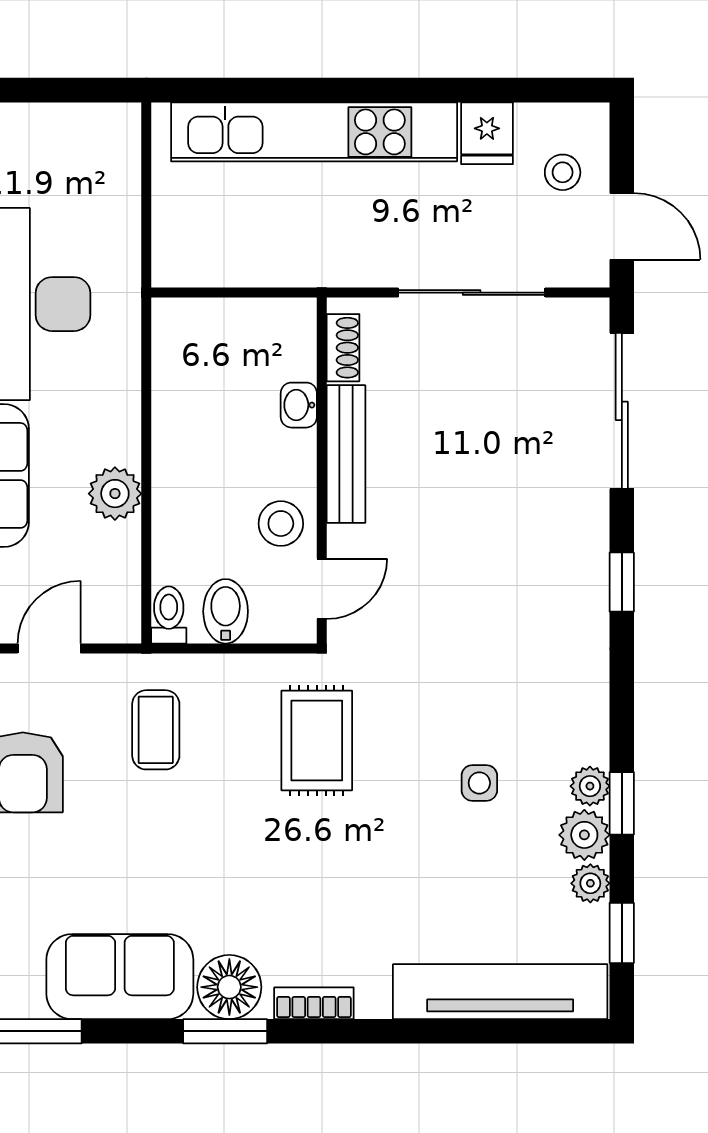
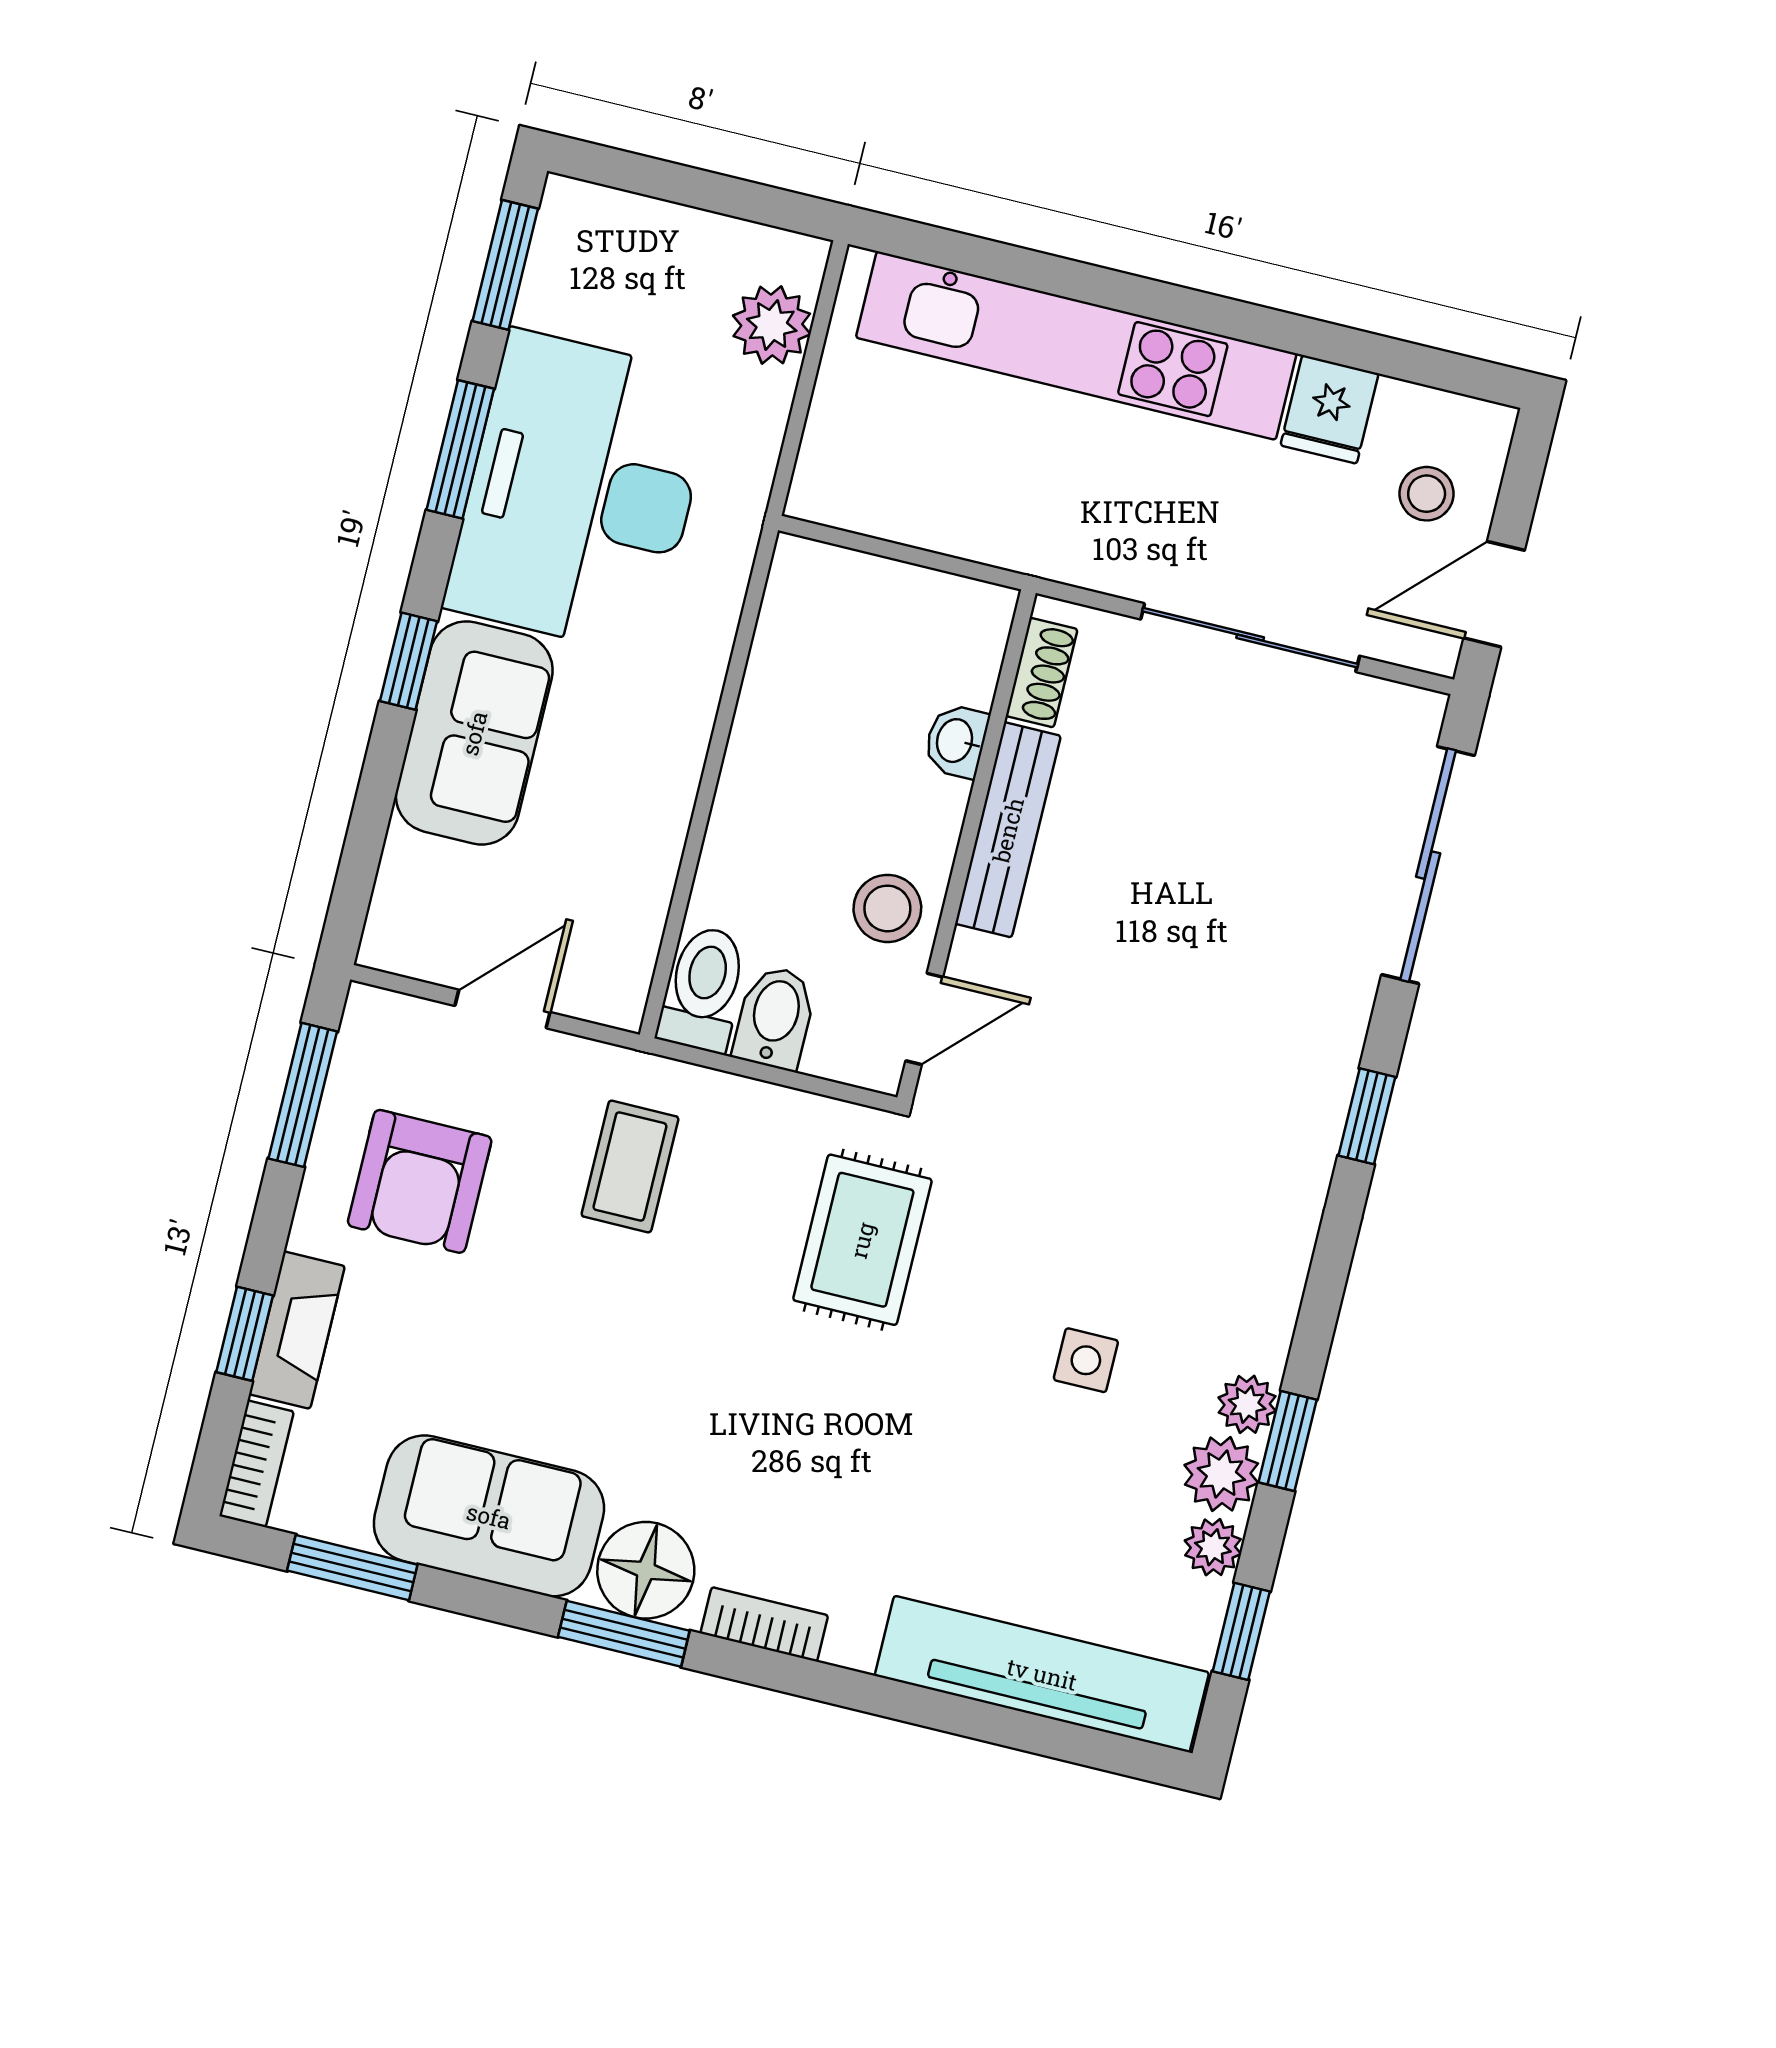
door: (622, 226) -> (1494, 594), swing flipped
plant: (115, 494) -> (772, 325), moved
toilet: (169, 615) -> (704, 989), width x1.37, depth x1.39

